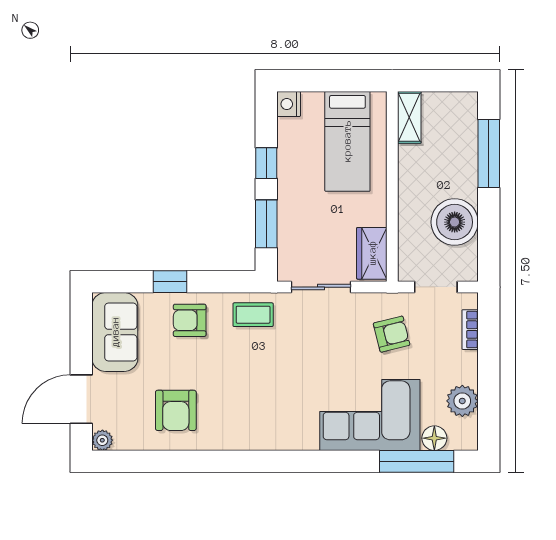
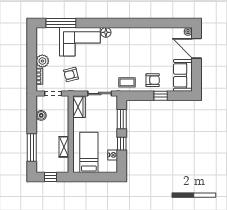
window: (442, 81) -> (51, 177), added
nightstand: (289, 104) -> (113, 155), moved
shelving: (409, 117) -> (64, 147), moved
boiler: (455, 222) -> (41, 115), width x0.54, depth x0.54
door: (81, 399) -> (197, 48), swing flipped
plant: (462, 401) -> (42, 61), moved
armchair: (176, 410) -> (158, 44), removed
floor lamp: (434, 438) -> (106, 32), moved

